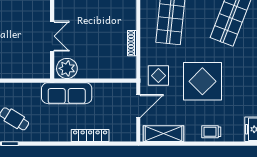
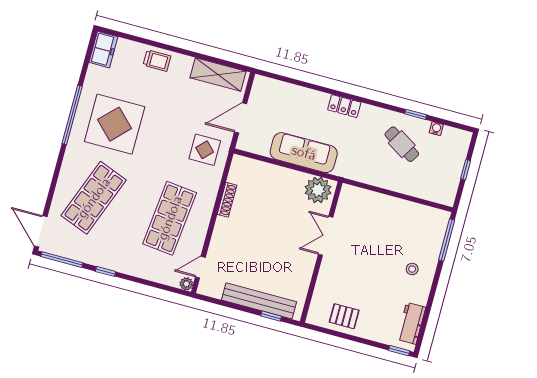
display table: (202, 81) -> (115, 124), moved
sofa: (67, 93) -> (304, 153), moved
locker: (90, 136) -> (344, 106), moved, width x0.66

